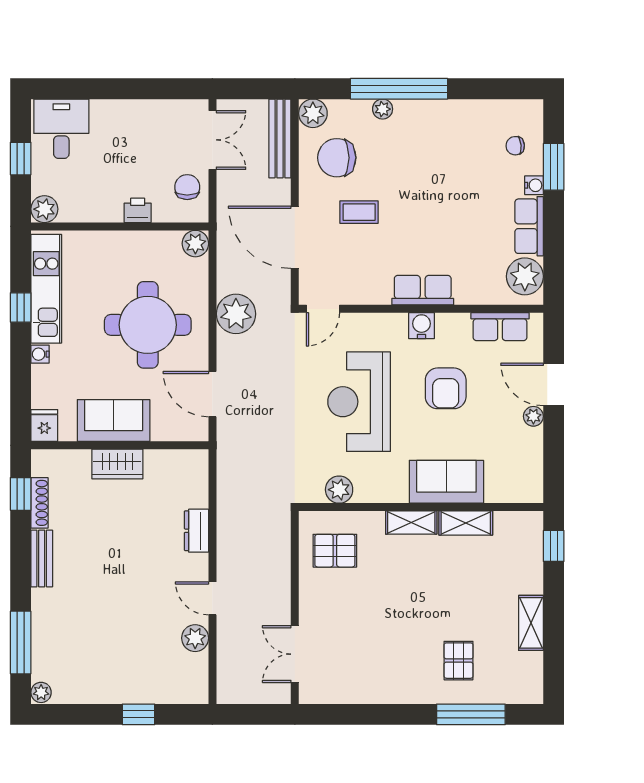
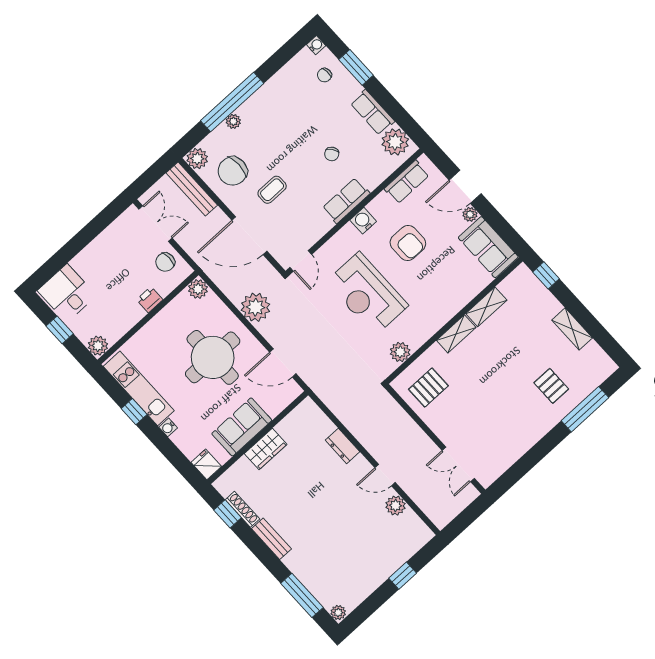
water cooler: (534, 185) -> (316, 45), moved
chair: (187, 187) -> (165, 262), turned -90
chair: (451, 231) -> (332, 154), added
sofa: (446, 482) -> (488, 247), moved, turned -90

